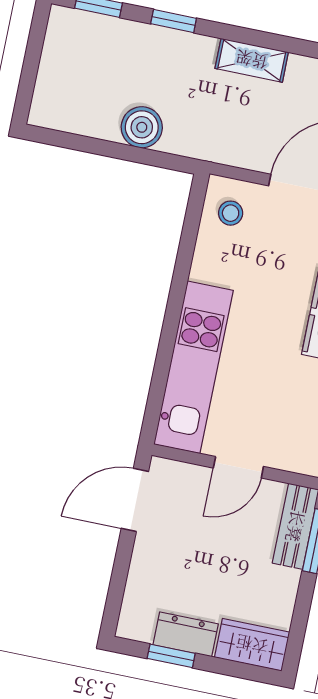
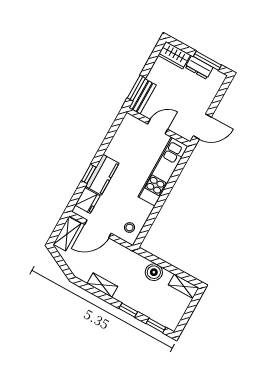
shelving: (63, 116) -> (184, 286), added
window: (171, 656) -> (207, 61), width x1.50

